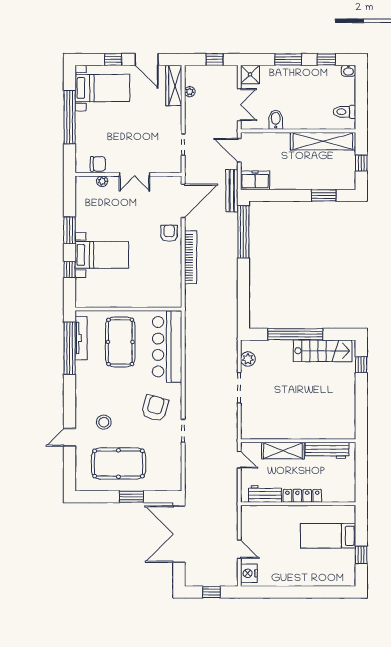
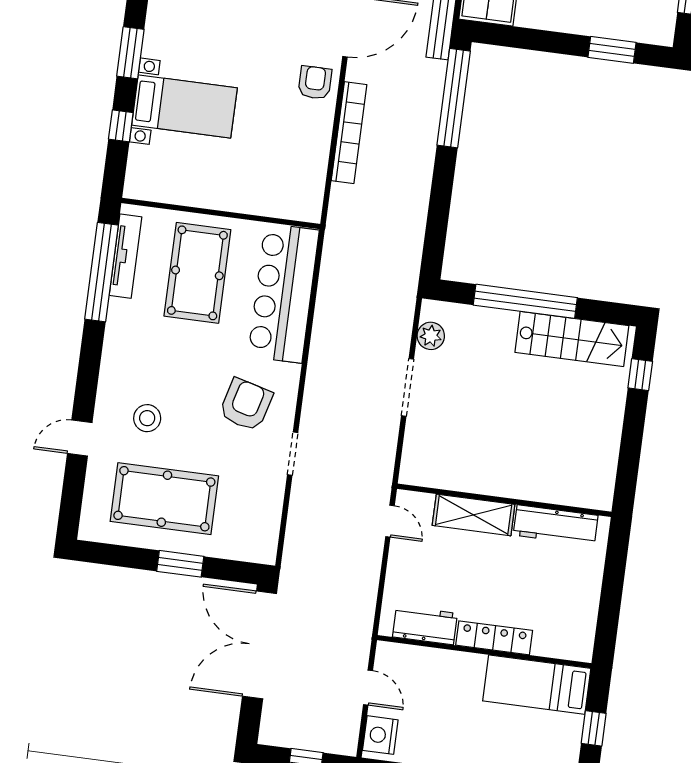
workbench: (265, 494) -> (425, 625), moved
locker: (302, 496) -> (494, 638), moved
wall: (298, 504) -> (484, 652), moved

